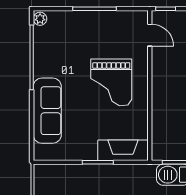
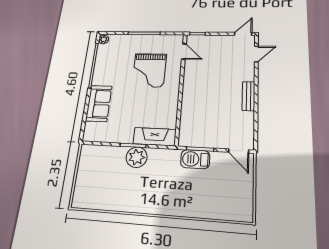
grand piano: (111, 82) -> (149, 70), moved
sofa: (47, 111) -> (99, 103), width x0.73
plant: (104, 176) -> (137, 157), added

